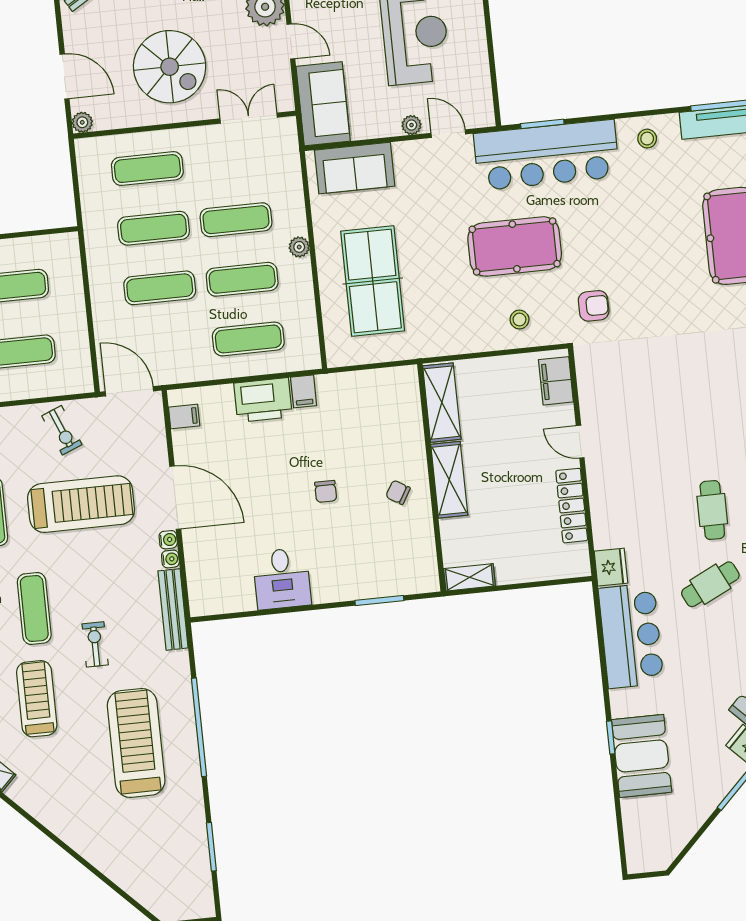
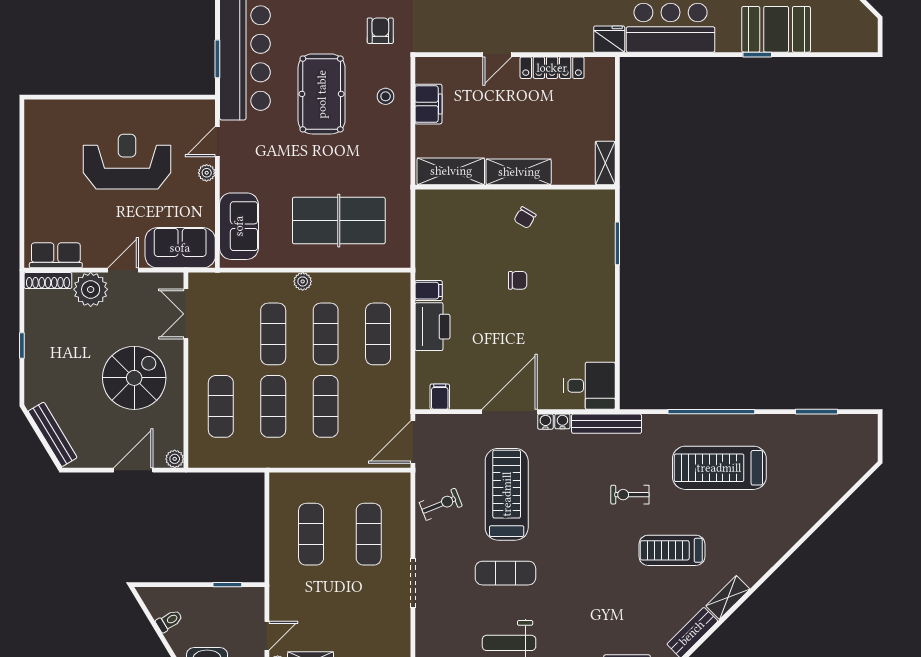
filing cabinet: (556, 381) -> (428, 104), moved, turned -90
desk: (282, 579) -> (590, 386), moved
exercise mat: (34, 608) -> (593, 544), removed

